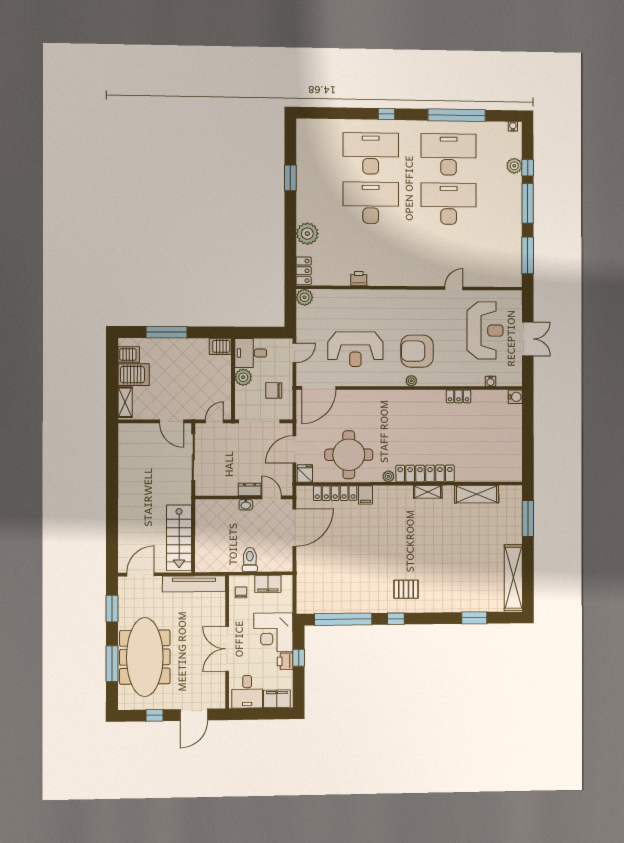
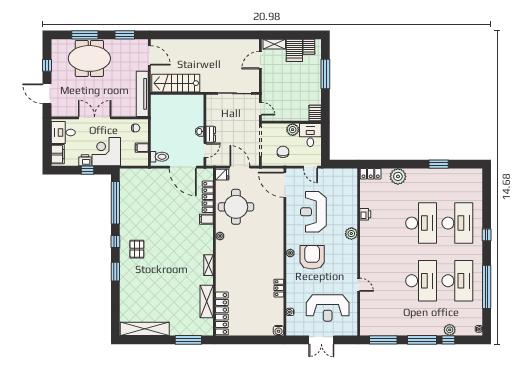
plant: (305, 297) -> (351, 234), moved
door: (172, 421) -> (260, 60), moved
locker: (425, 473) -> (222, 313), moved
toilet: (250, 560) -> (160, 157), moved
filing cabinet: (268, 584) -> (142, 148), width x0.50
window: (474, 618) -> (115, 272), moved
meeting table: (145, 657) -> (89, 58), width x0.73

